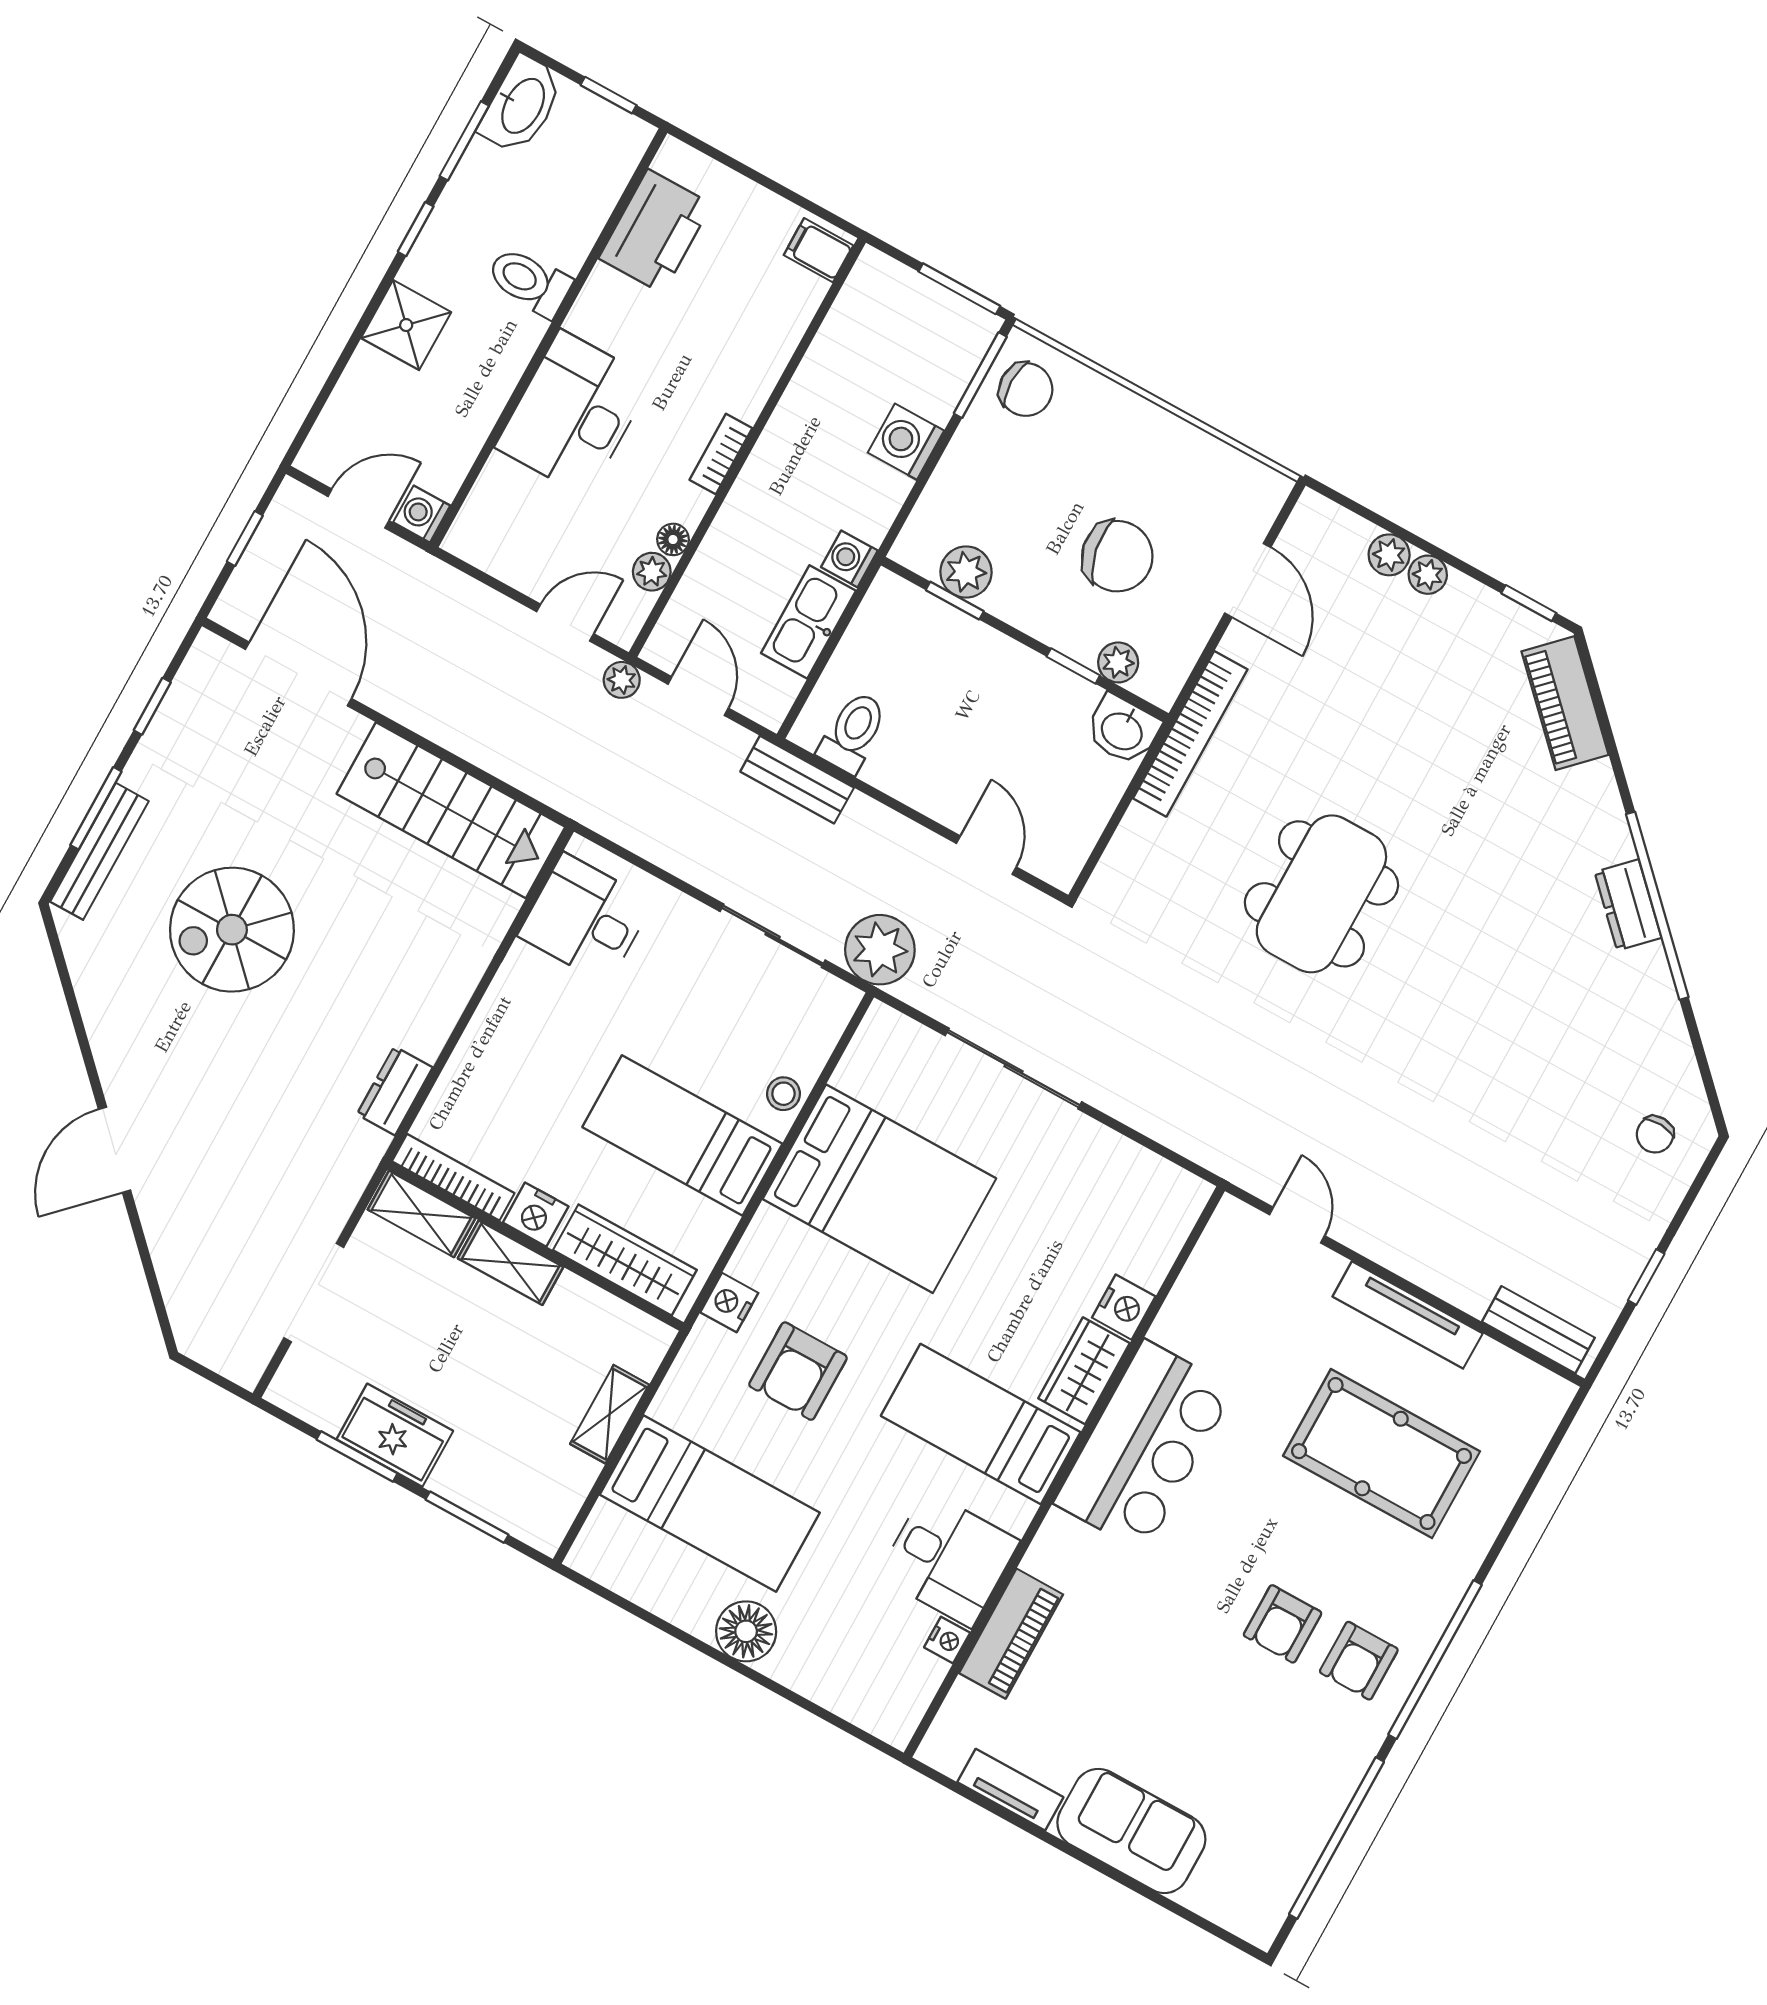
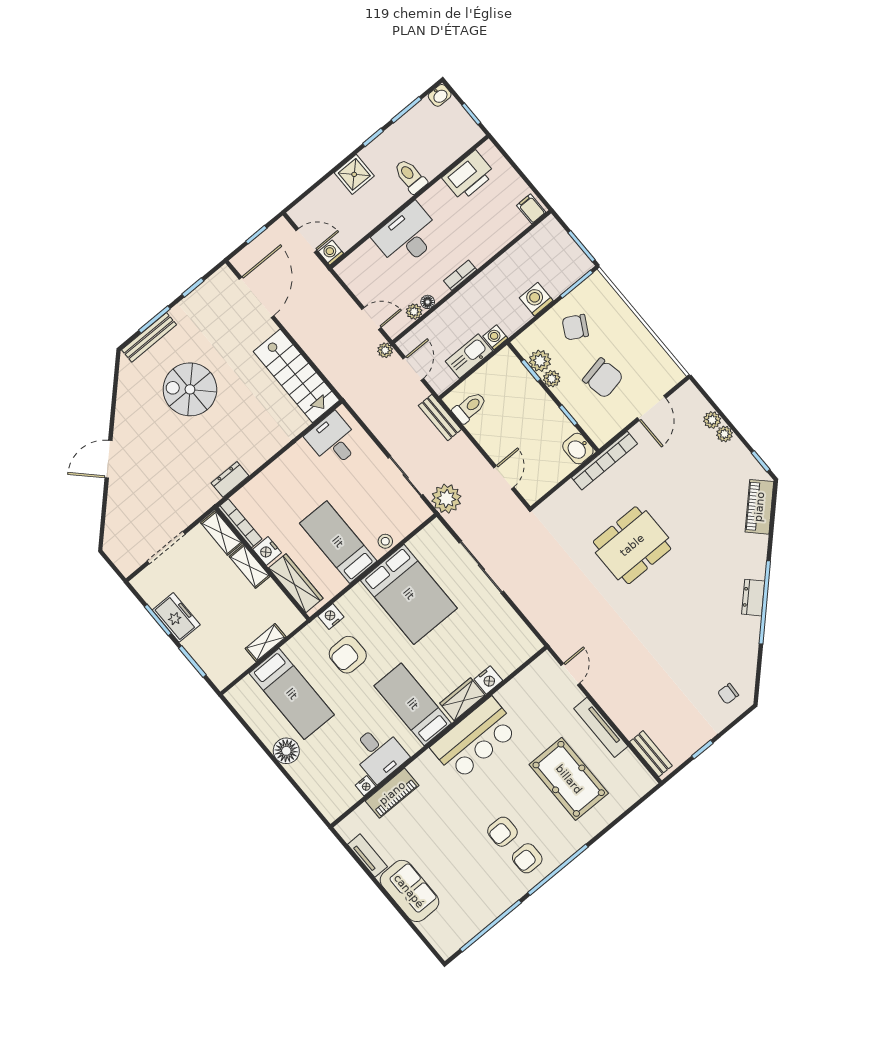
washbasin: (522, 105) -> (440, 95), width x0.52, depth x0.69
chair: (1026, 389) -> (575, 327), moved, turned 119
plant: (1118, 662) -> (552, 379), moved

